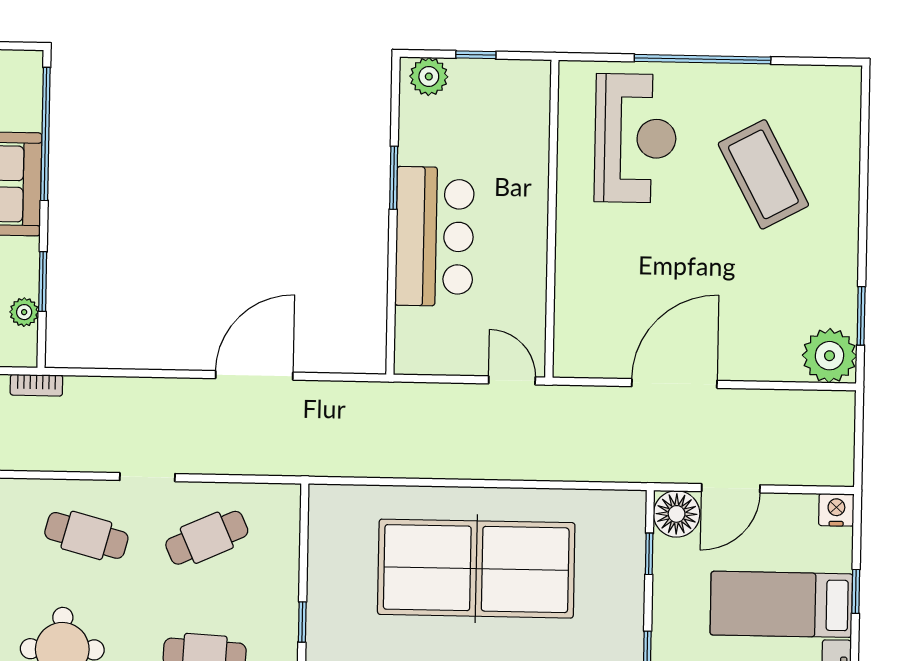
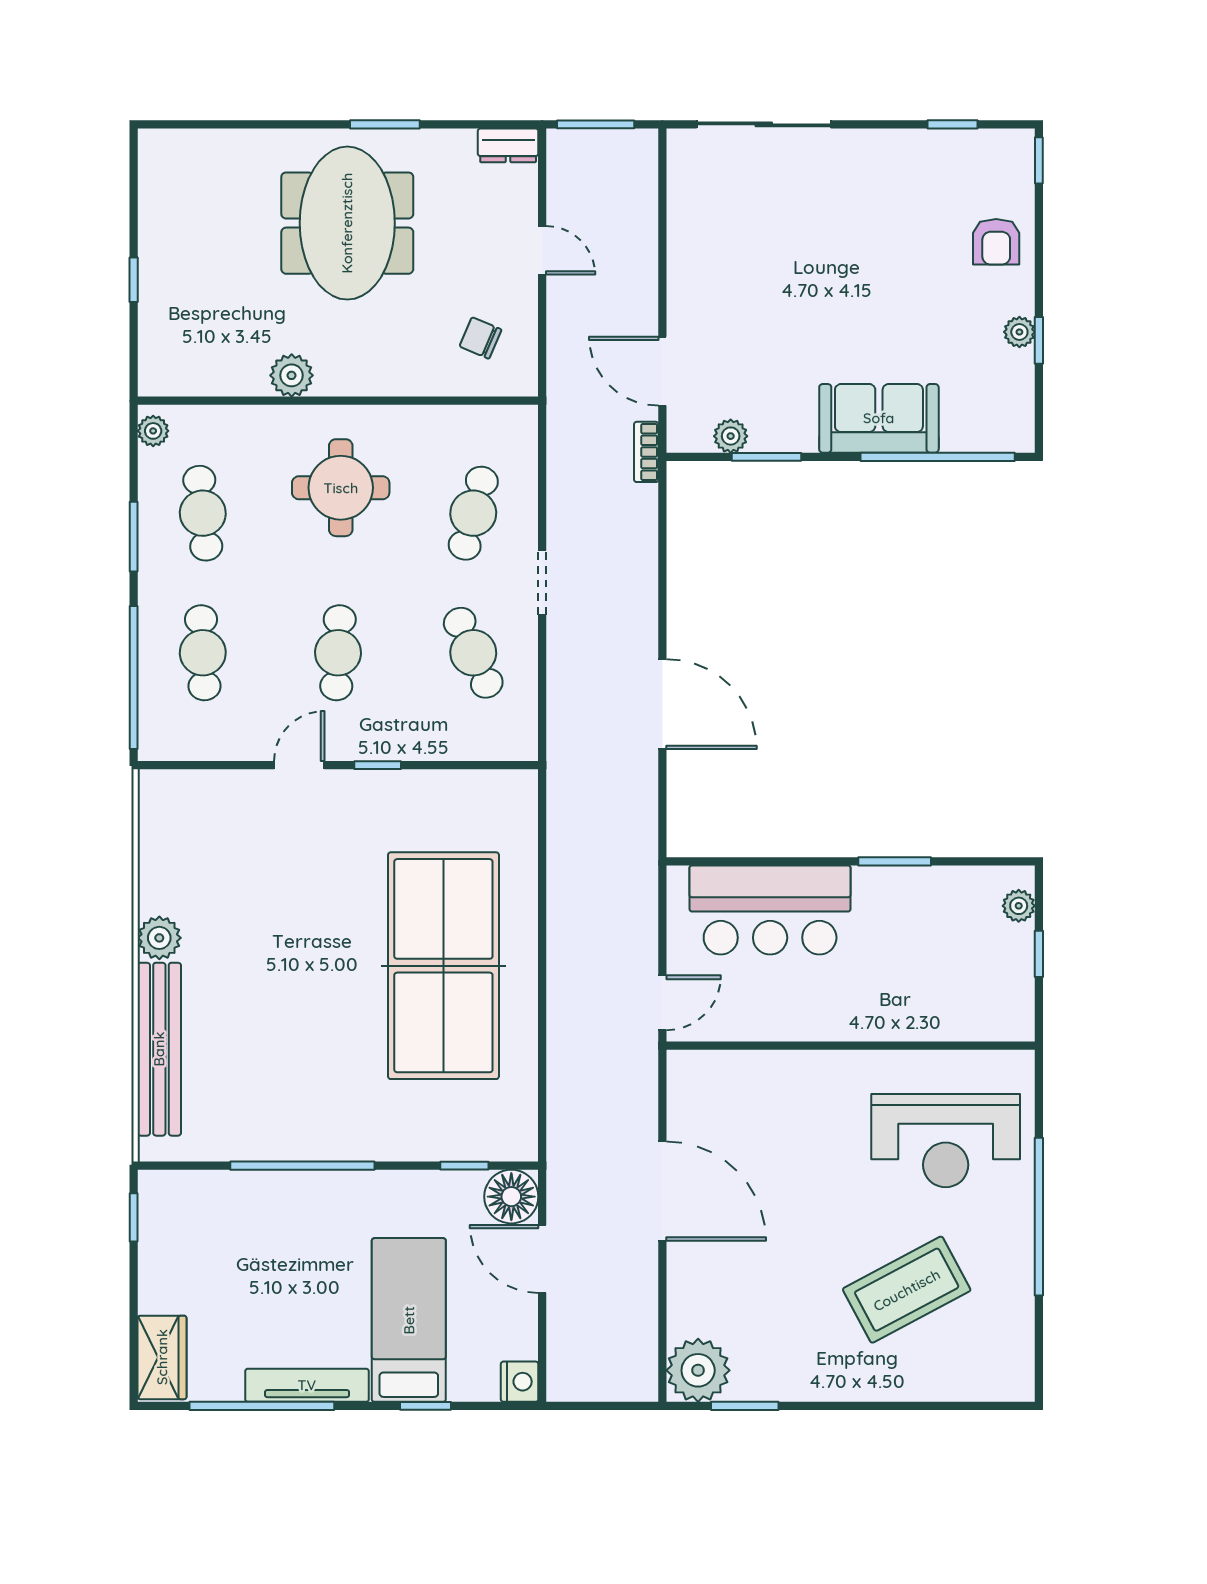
plant: (429, 76) -> (1019, 906), width x0.73, depth x0.73
bar counter: (435, 236) -> (770, 910), moved

